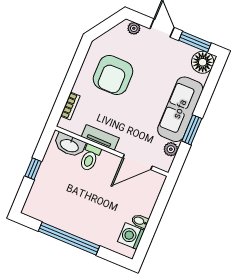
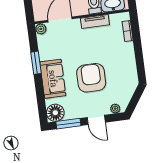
armchair: (113, 75) -> (91, 78), moved
sofa: (180, 109) -> (53, 79), width x0.73
plant: (171, 149) -> (41, 29), moved

